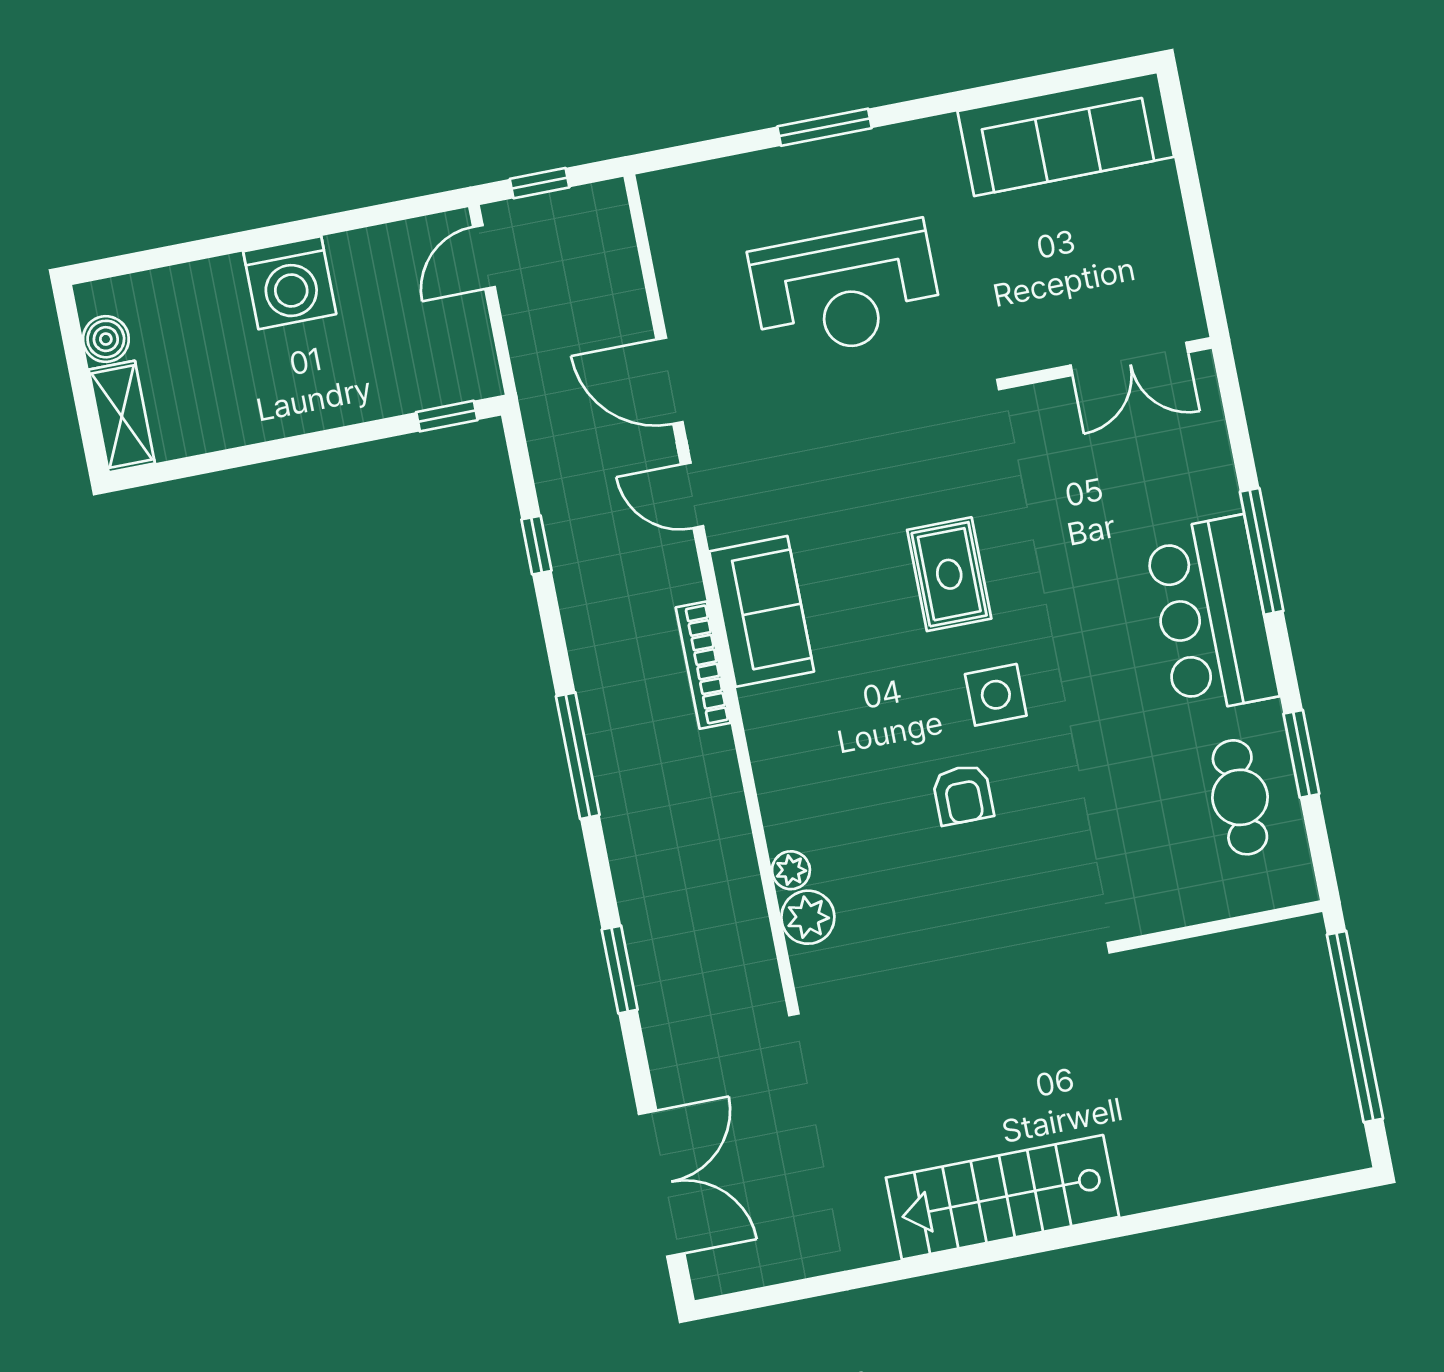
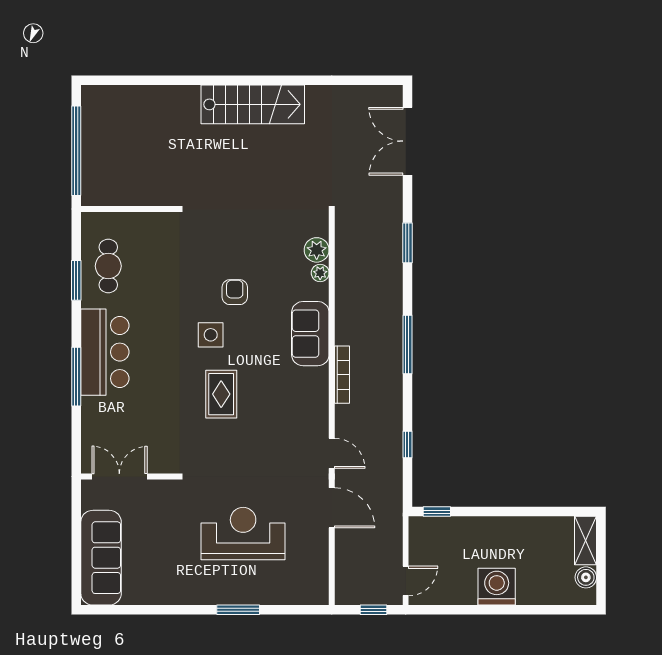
sofa: (1066, 134) -> (101, 558), moved, turned 90
sofa: (762, 611) -> (310, 334), moved

